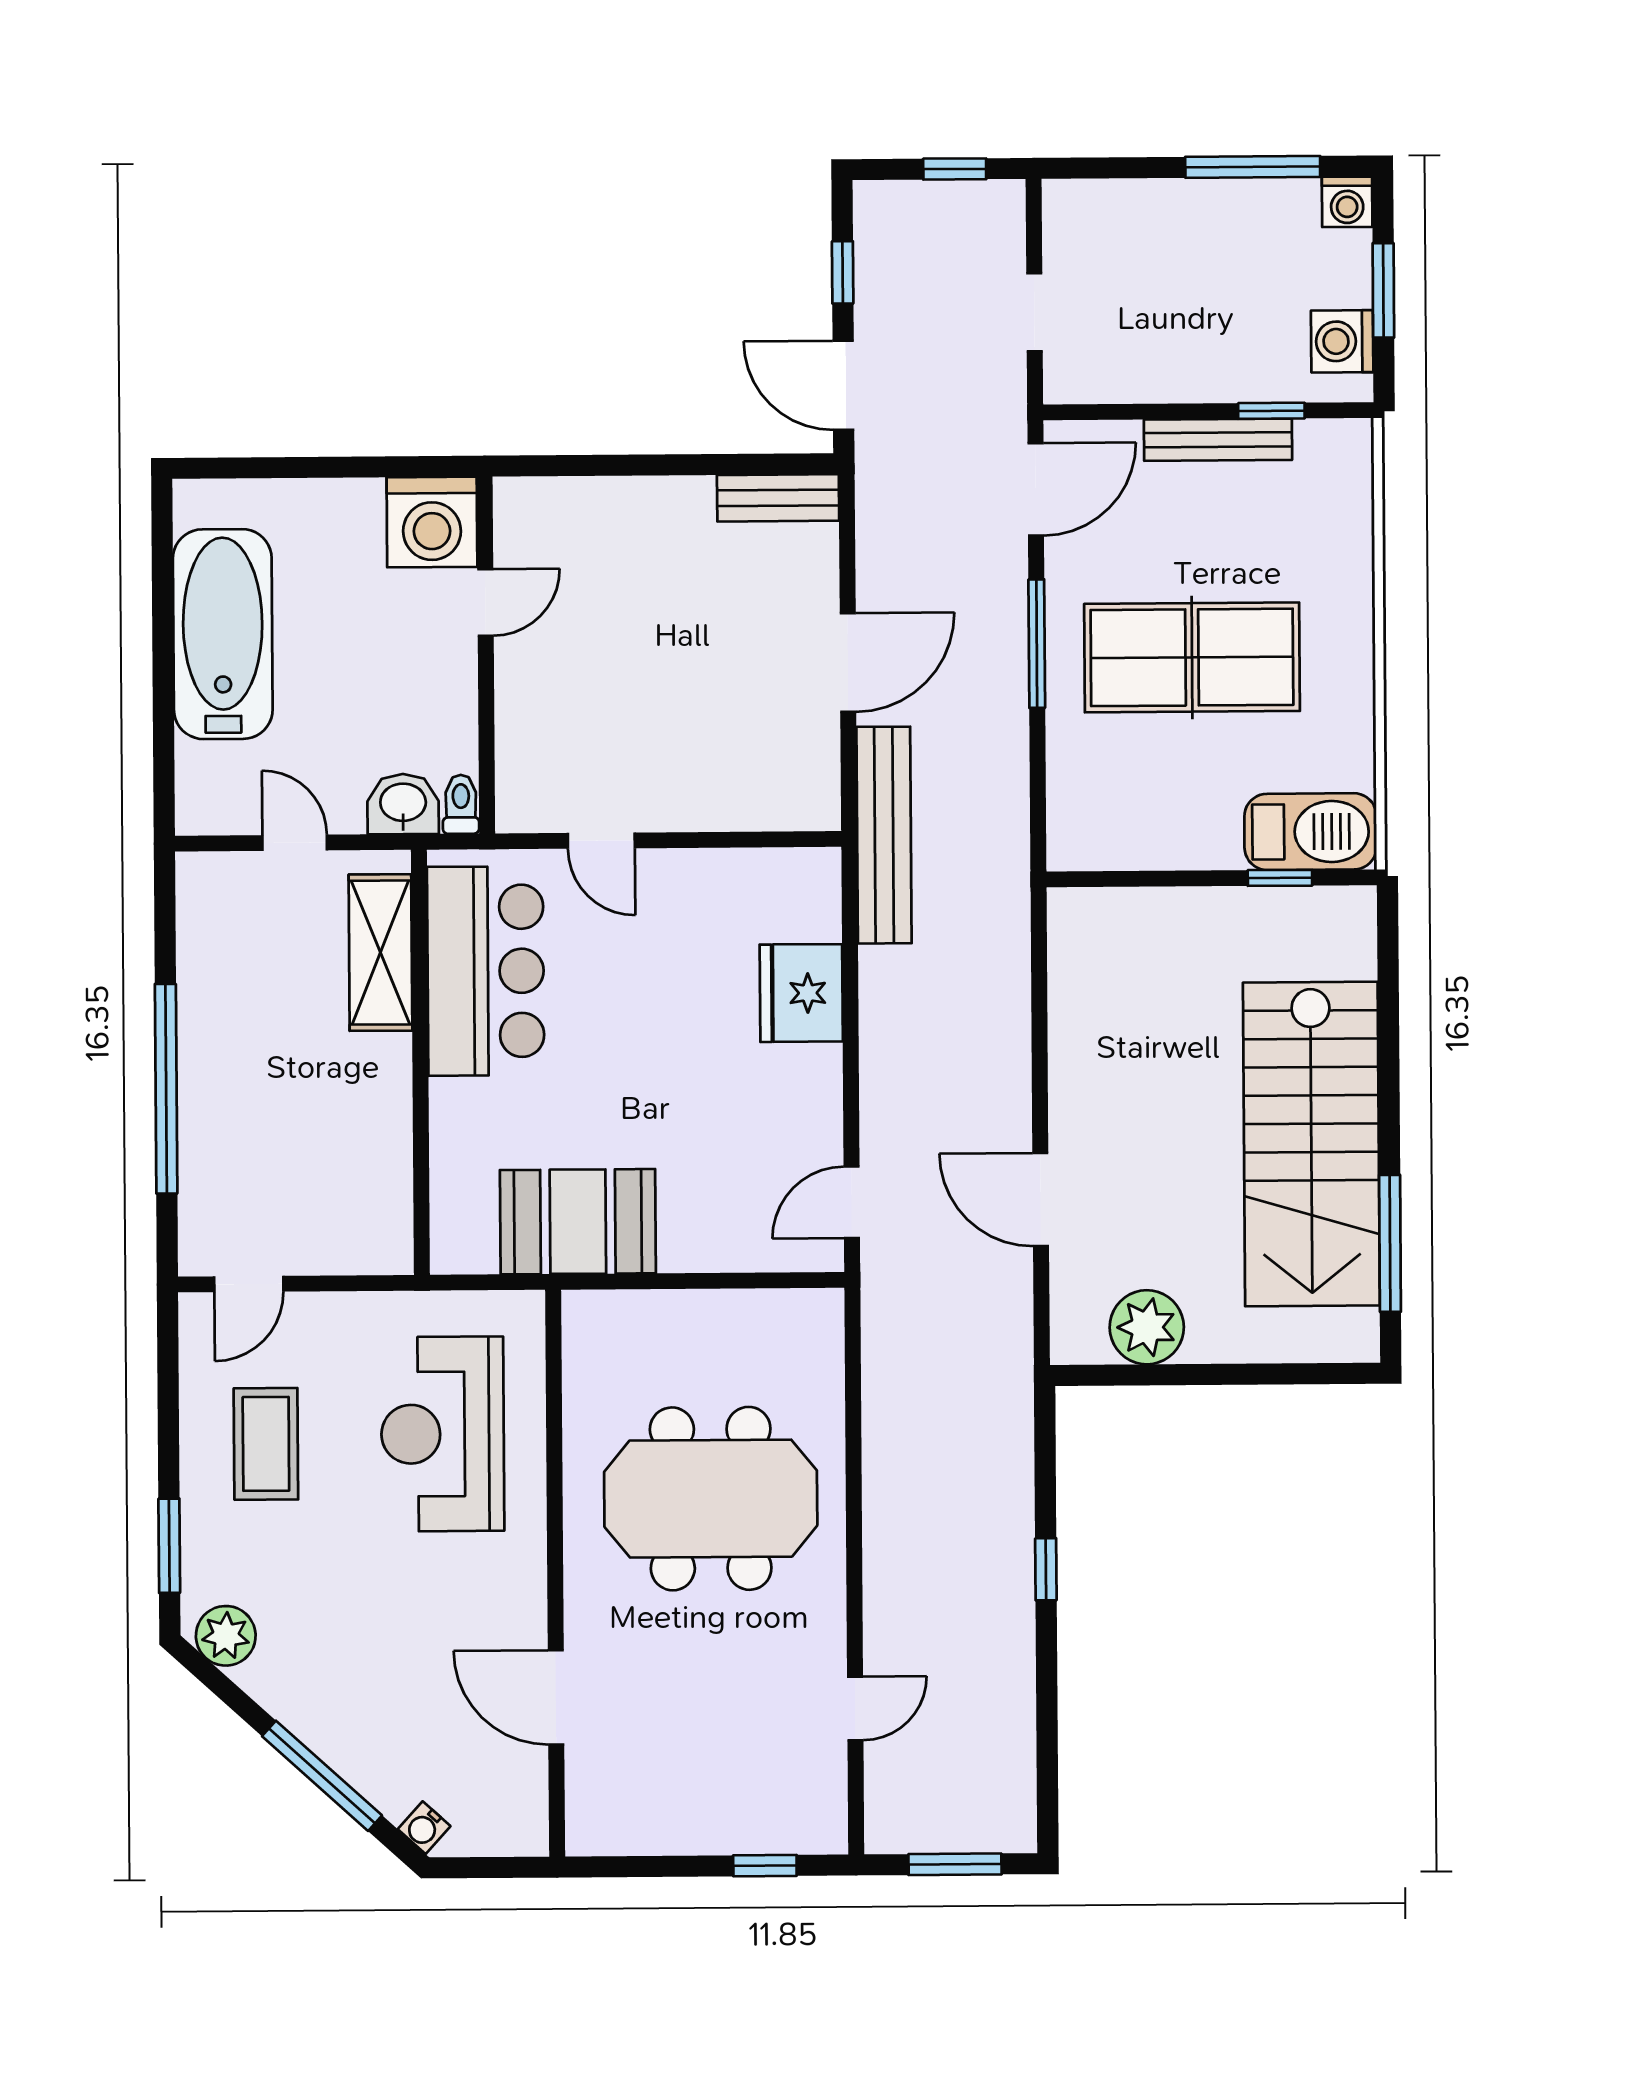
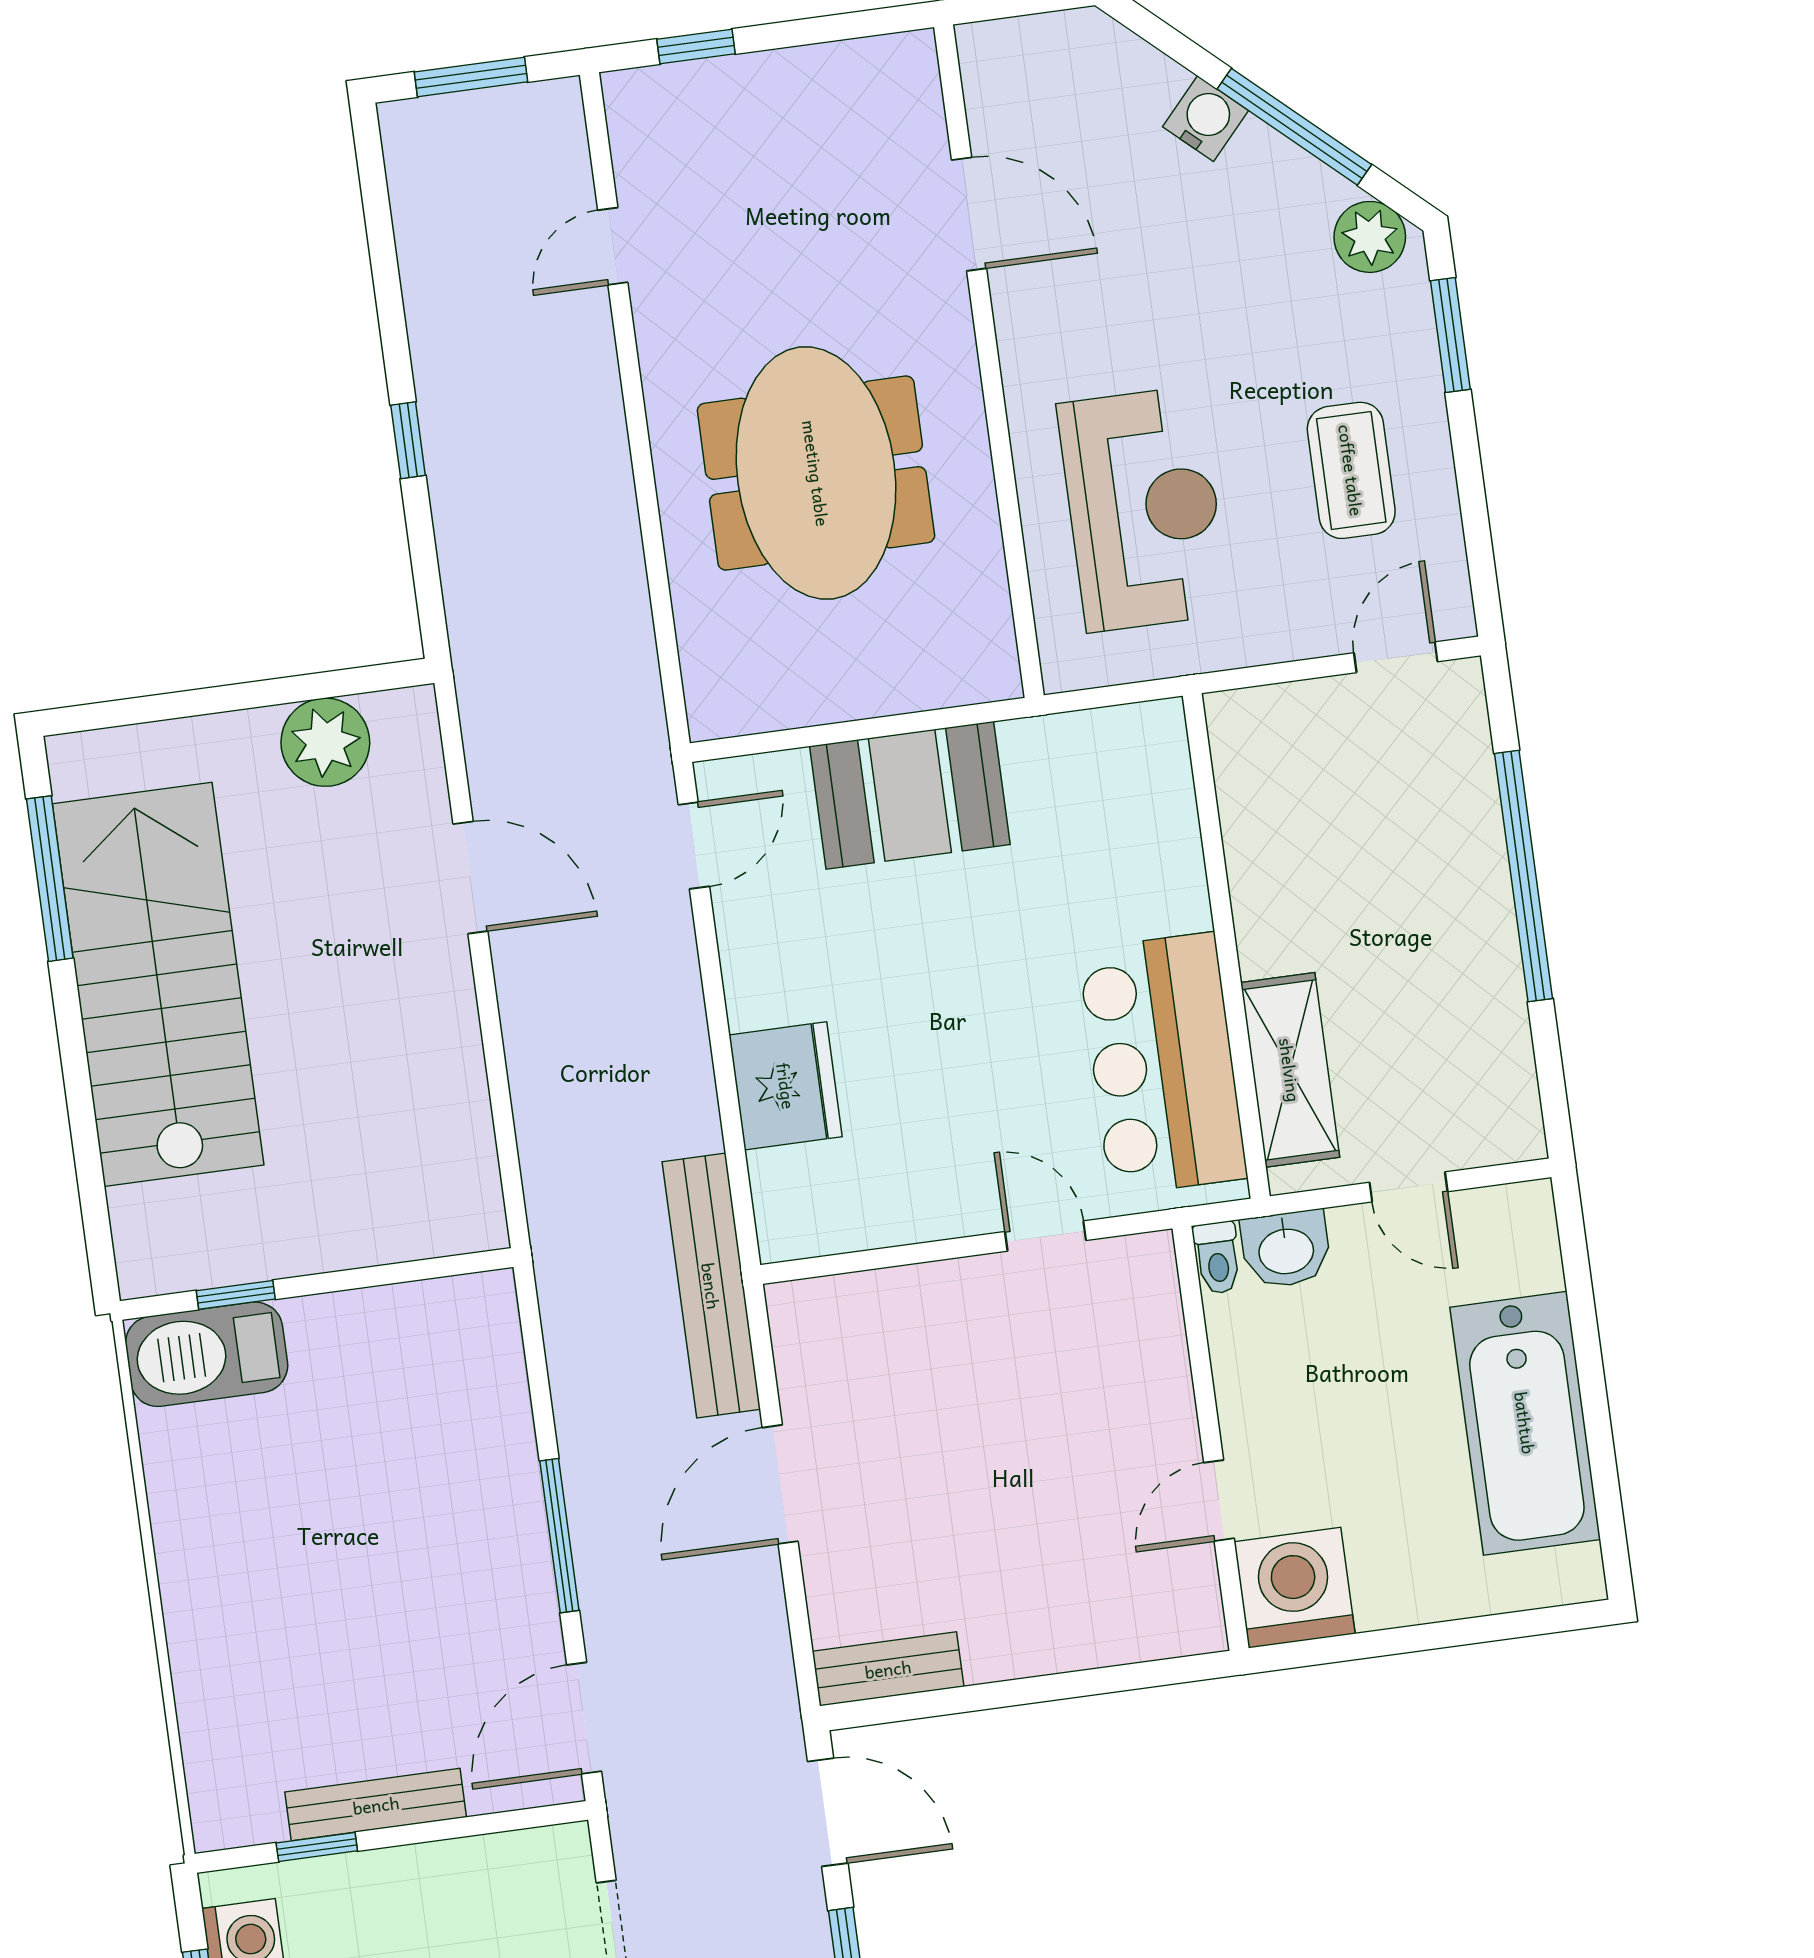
table tennis table: (1192, 657) -> (373, 1543), removed
booth: (578, 1222) -> (910, 795), moved
meeting table: (711, 1499) -> (816, 473), turned 90
window: (322, 1776) -> (1294, 127), moved
water cooler: (424, 1828) -> (1206, 119), moved, width x1.38, depth x1.38

